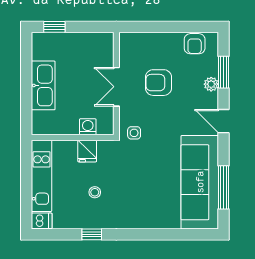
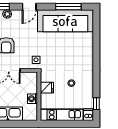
washing machine: (88, 127) -> (32, 99), moved
window: (92, 234) -> (96, 104), moved

